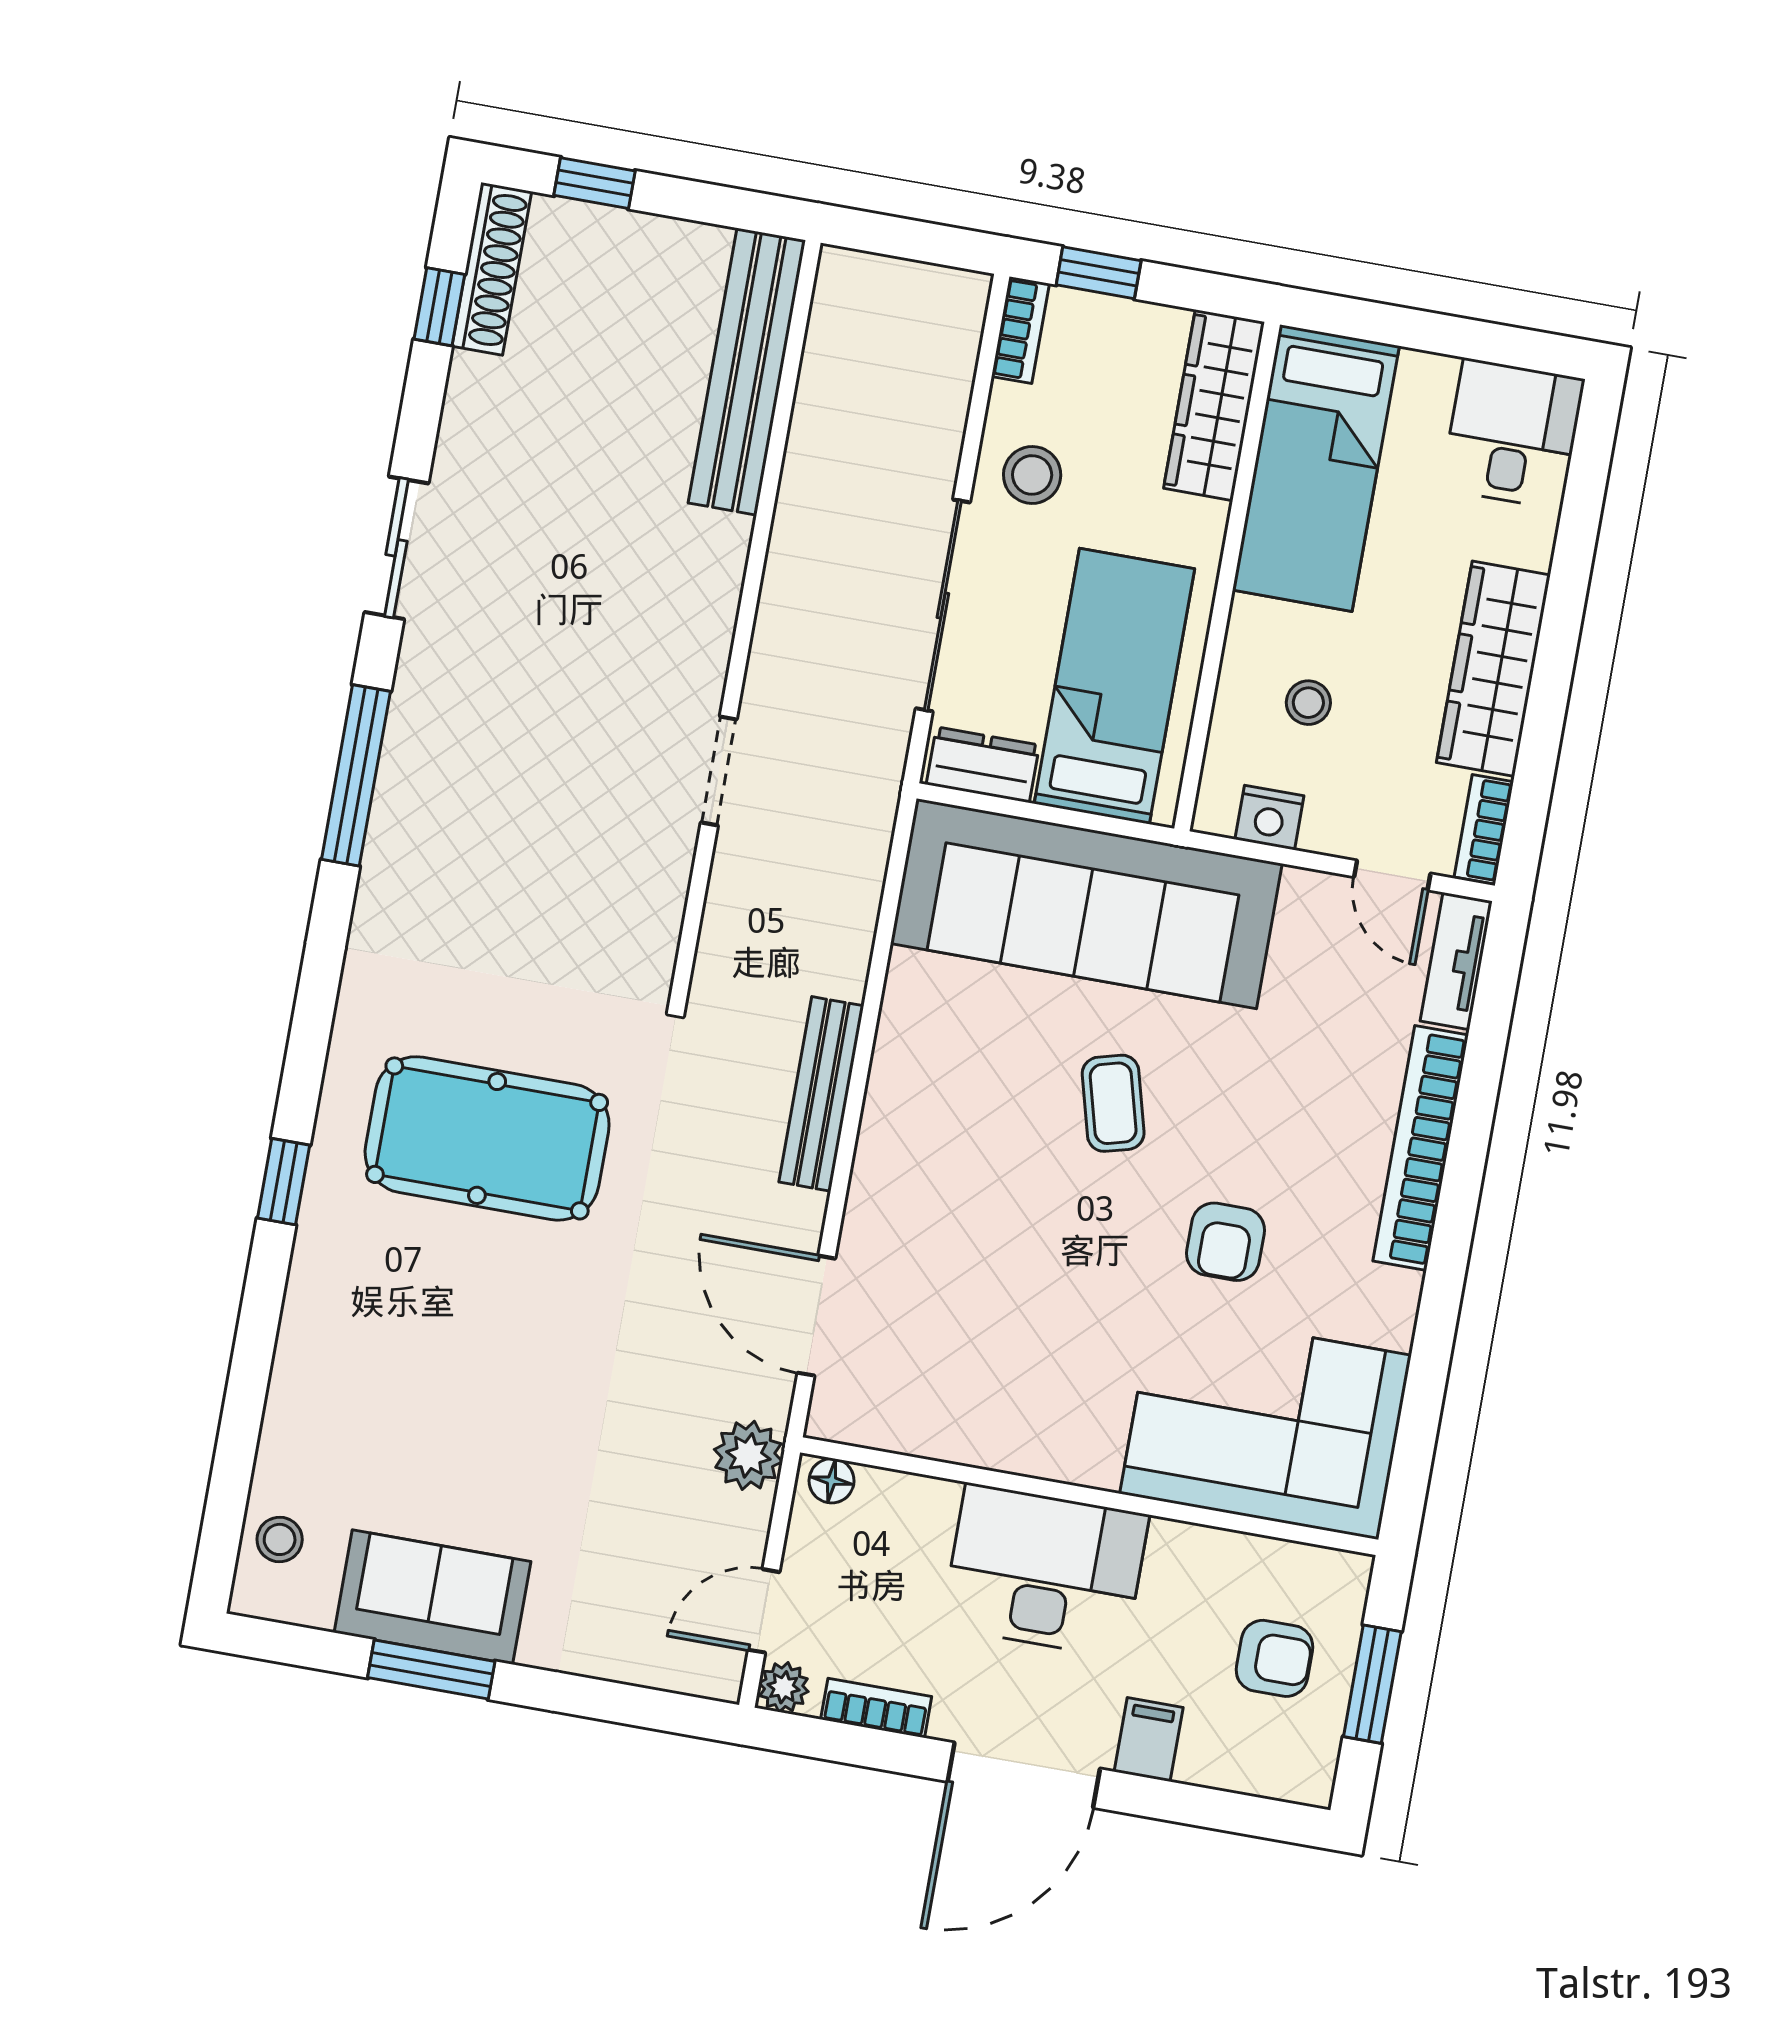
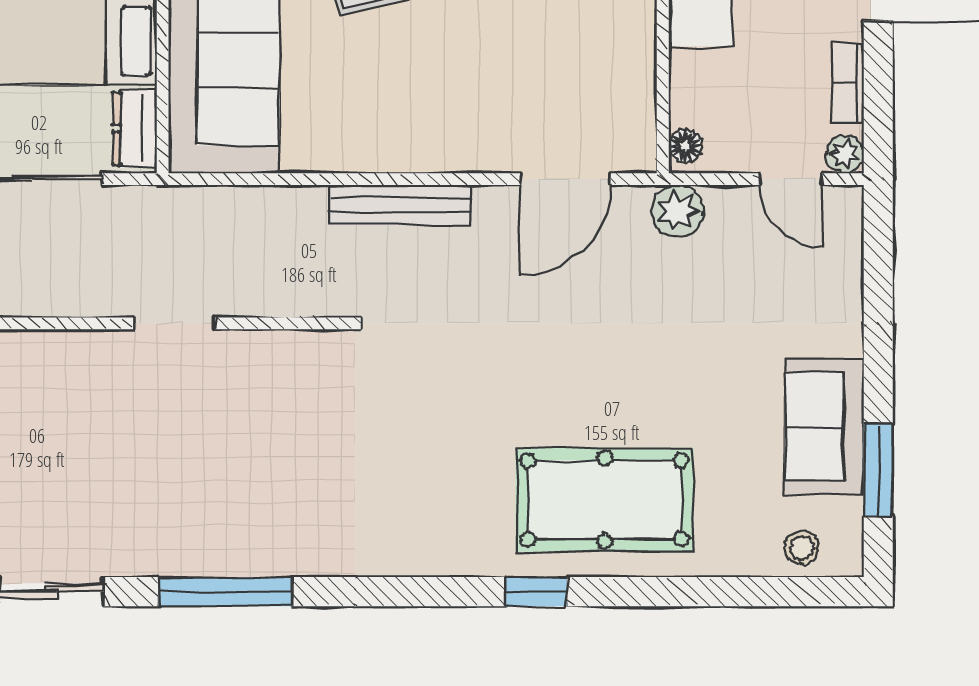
pool table: (487, 1138) -> (605, 500), moved, turned 90
window: (431, 1670) -> (878, 470), moved

